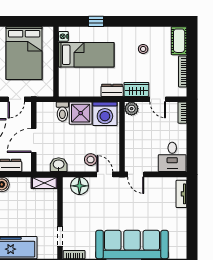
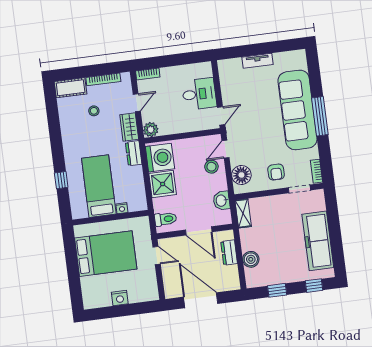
nightstand: (63, 36) -> (122, 208), moved
stool: (143, 49) -> (94, 111), moved
toilet: (62, 112) -> (166, 219), moved
desk: (172, 157) -> (199, 94), moved
tv unit: (181, 194) -> (258, 61), moved
armchair: (78, 218) -> (276, 172), added

